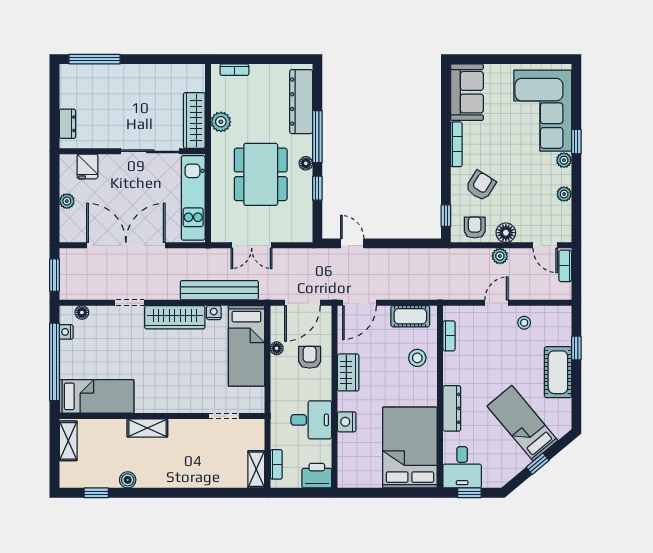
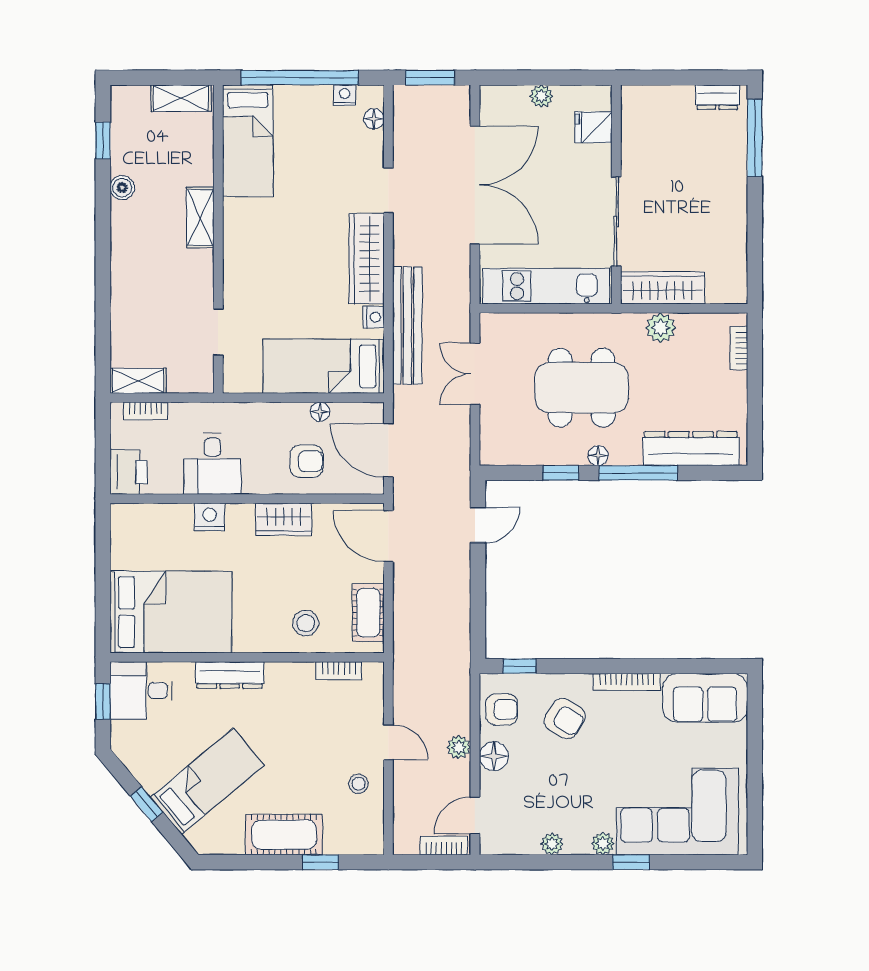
dresser: (67, 124) -> (717, 97), moved

